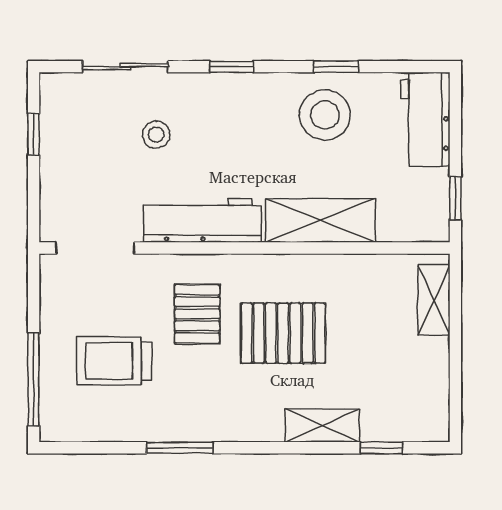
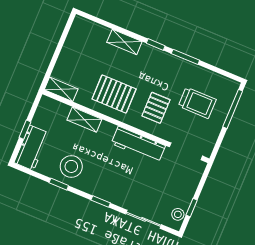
stool: (156, 135) -> (178, 214), moved
window: (455, 198) -> (25, 130), moved
shelving: (320, 220) -> (84, 120), width x0.67, depth x0.75
shelving: (434, 300) -> (61, 89), moved, turned 90
pallet: (283, 333) -> (114, 94), moved
window: (382, 448) -> (156, 45), moved

